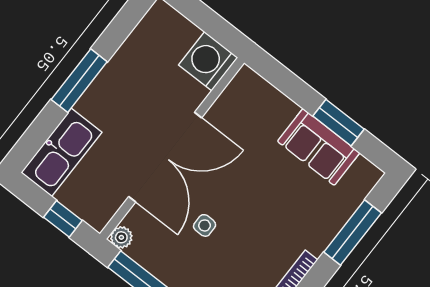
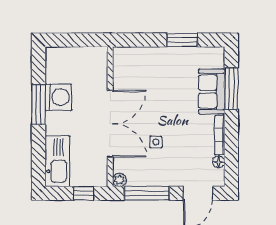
washing machine: (208, 61) -> (58, 97), moved, turned 180
window: (79, 81) -> (39, 105), moved
sofa: (319, 147) -> (212, 92), moved, turned 90

